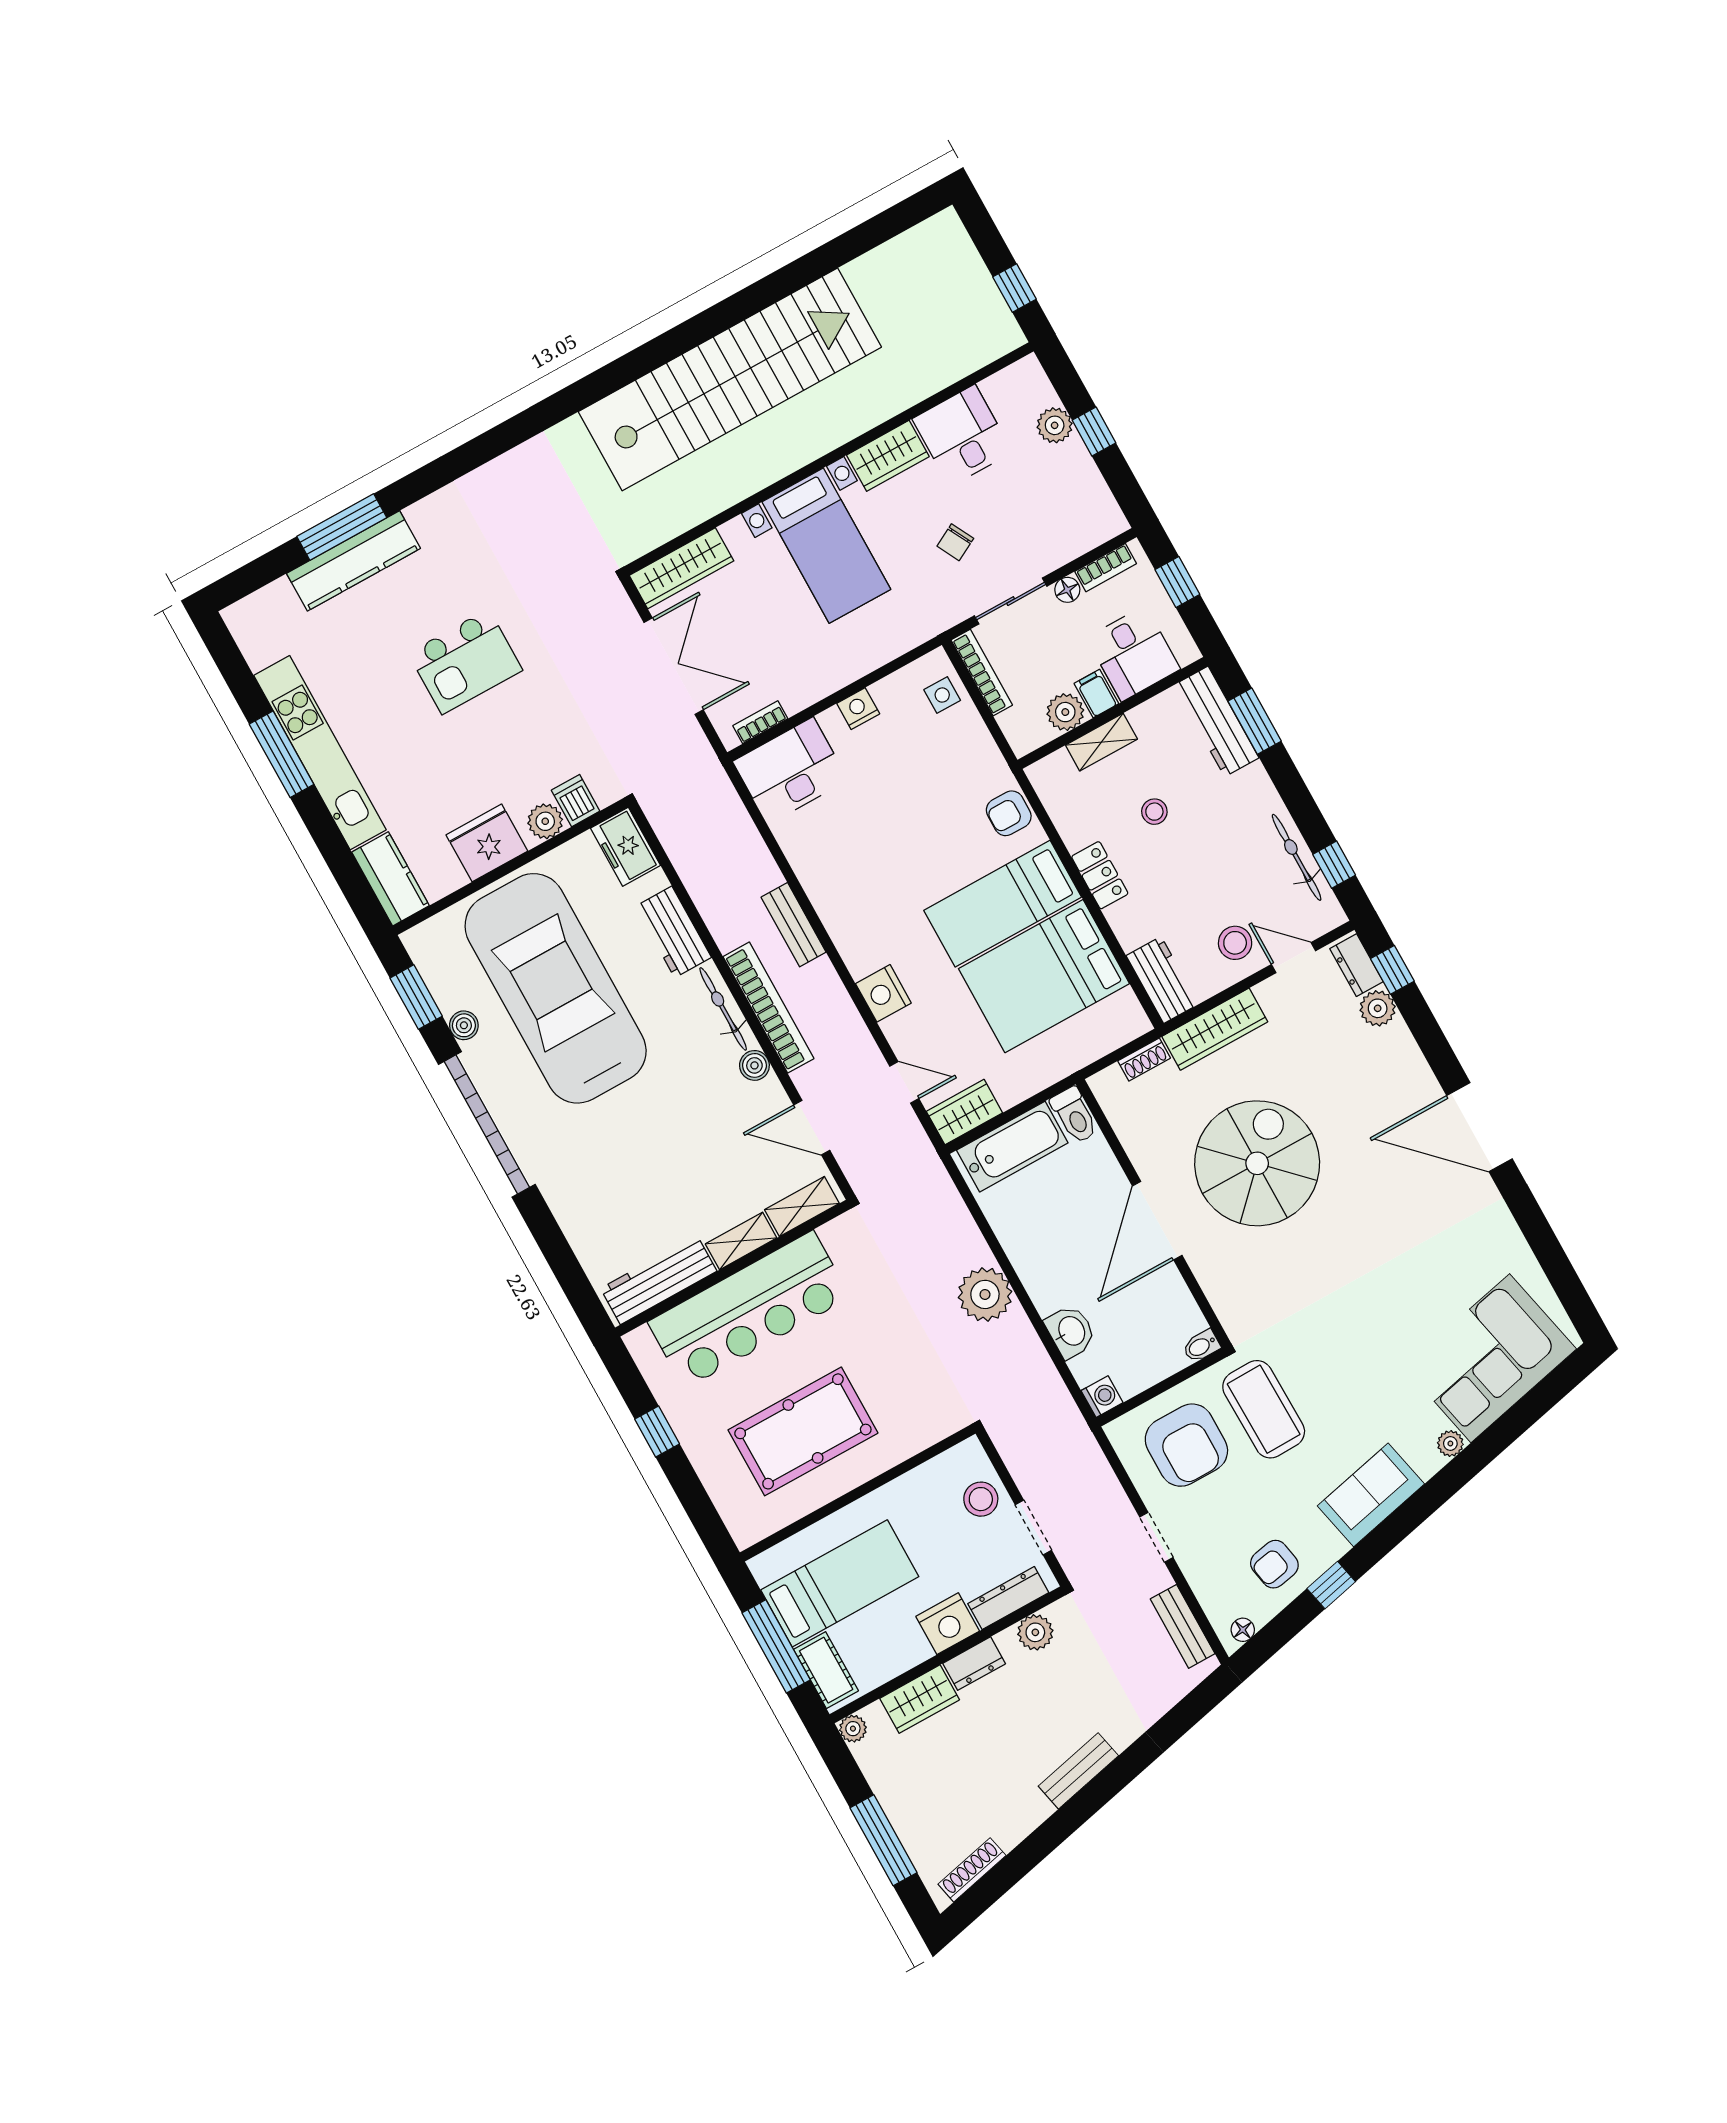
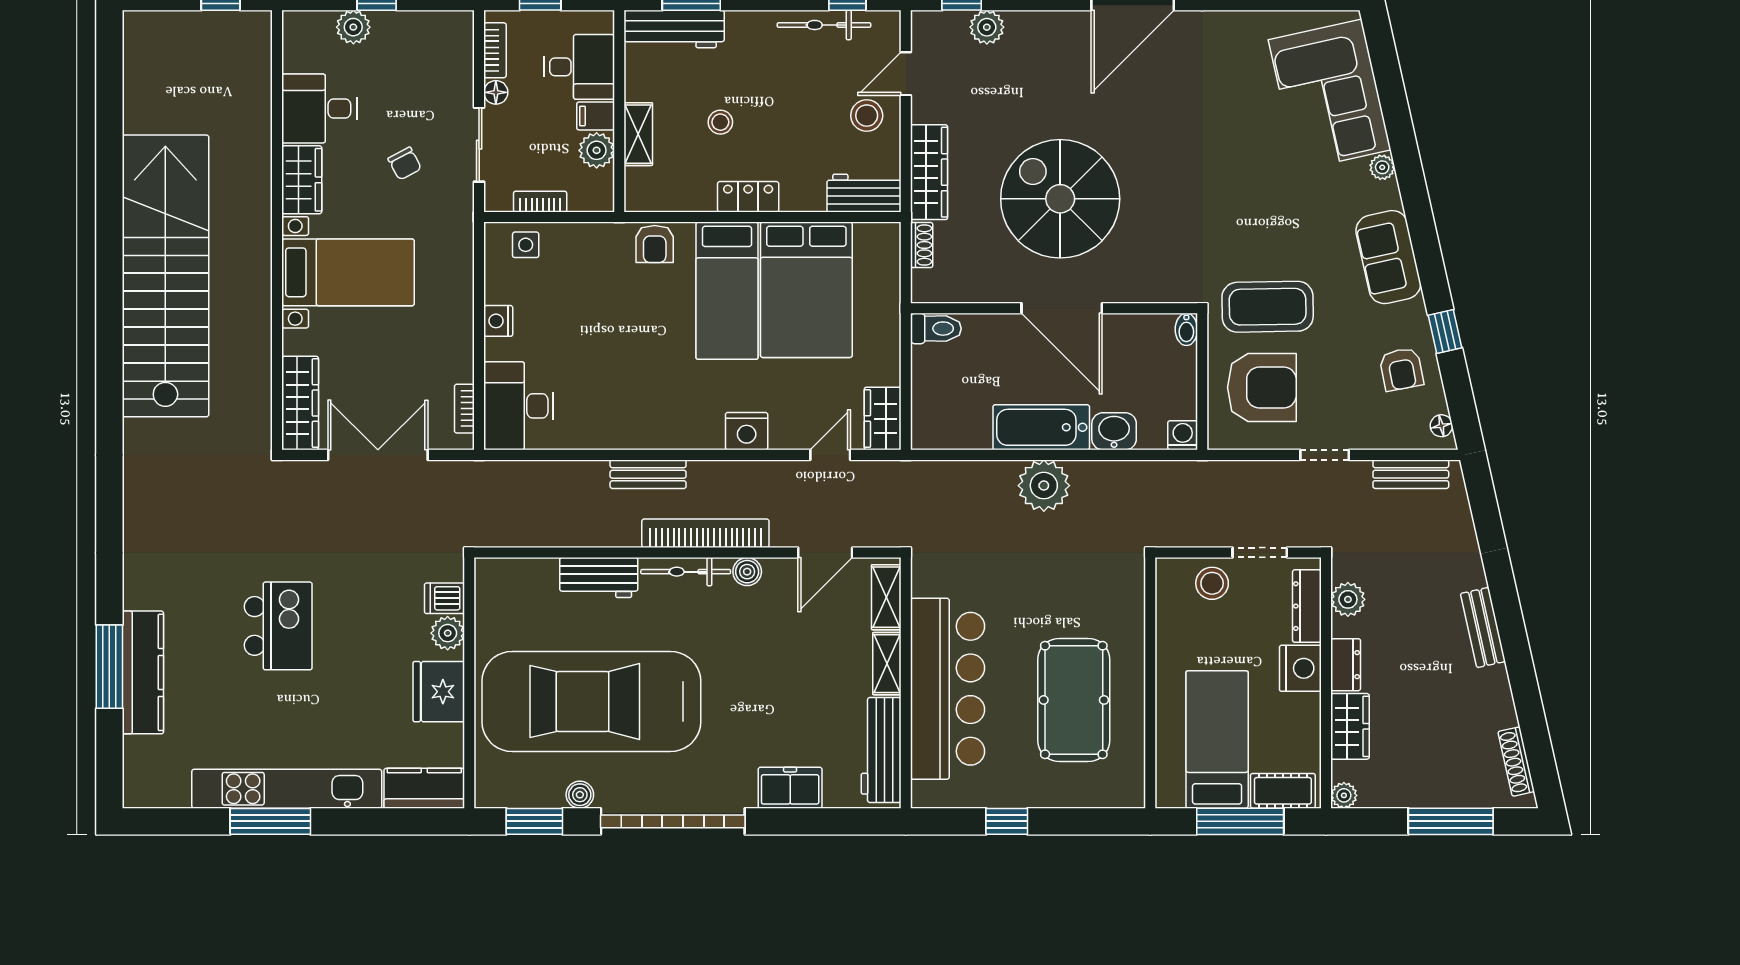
bookcase: (982, 673) -> (540, 202), width x0.64
freezer: (625, 847) -> (790, 788), moved, turned 180
dresser: (1356, 965) -> (941, 25), removed
bathtub: (1012, 1147) -> (1041, 427), moved, turned -90

